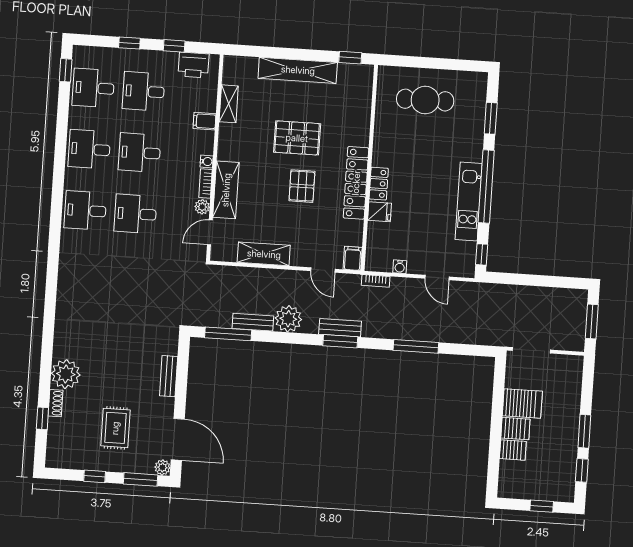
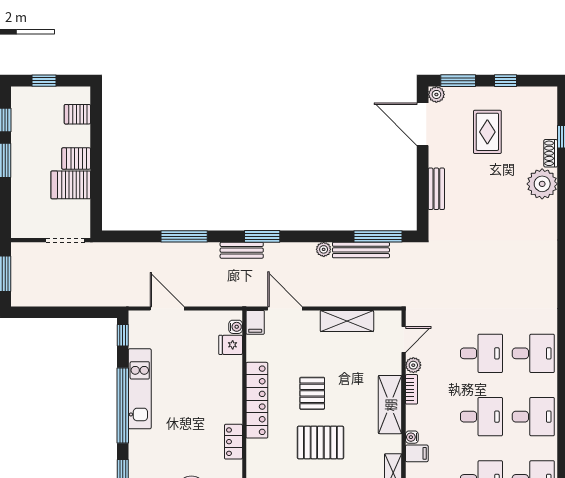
water cooler: (207, 161) -> (412, 437), moved
locker: (379, 184) -> (233, 442), moved
shelving: (226, 190) -> (390, 405), moved
fridge: (380, 212) -> (231, 345), moved
water cooler: (400, 267) -> (236, 327), moved, turned 90
door: (323, 270) -> (285, 308), width x1.38
door: (437, 278) -> (167, 308), width x1.38
bookcase: (376, 281) -> (230, 301), removed
plant: (288, 319) -> (324, 249), width x0.53, depth x0.53
bench: (253, 322) -> (361, 250), width x1.36
bench: (340, 328) -> (242, 250), moved
server rack: (513, 450) -> (77, 114), moved

